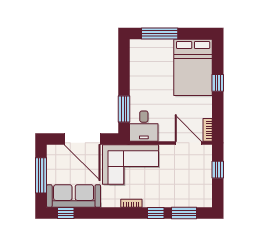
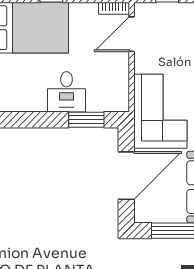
desk: (144, 126) -> (67, 92), moved, turned 90

